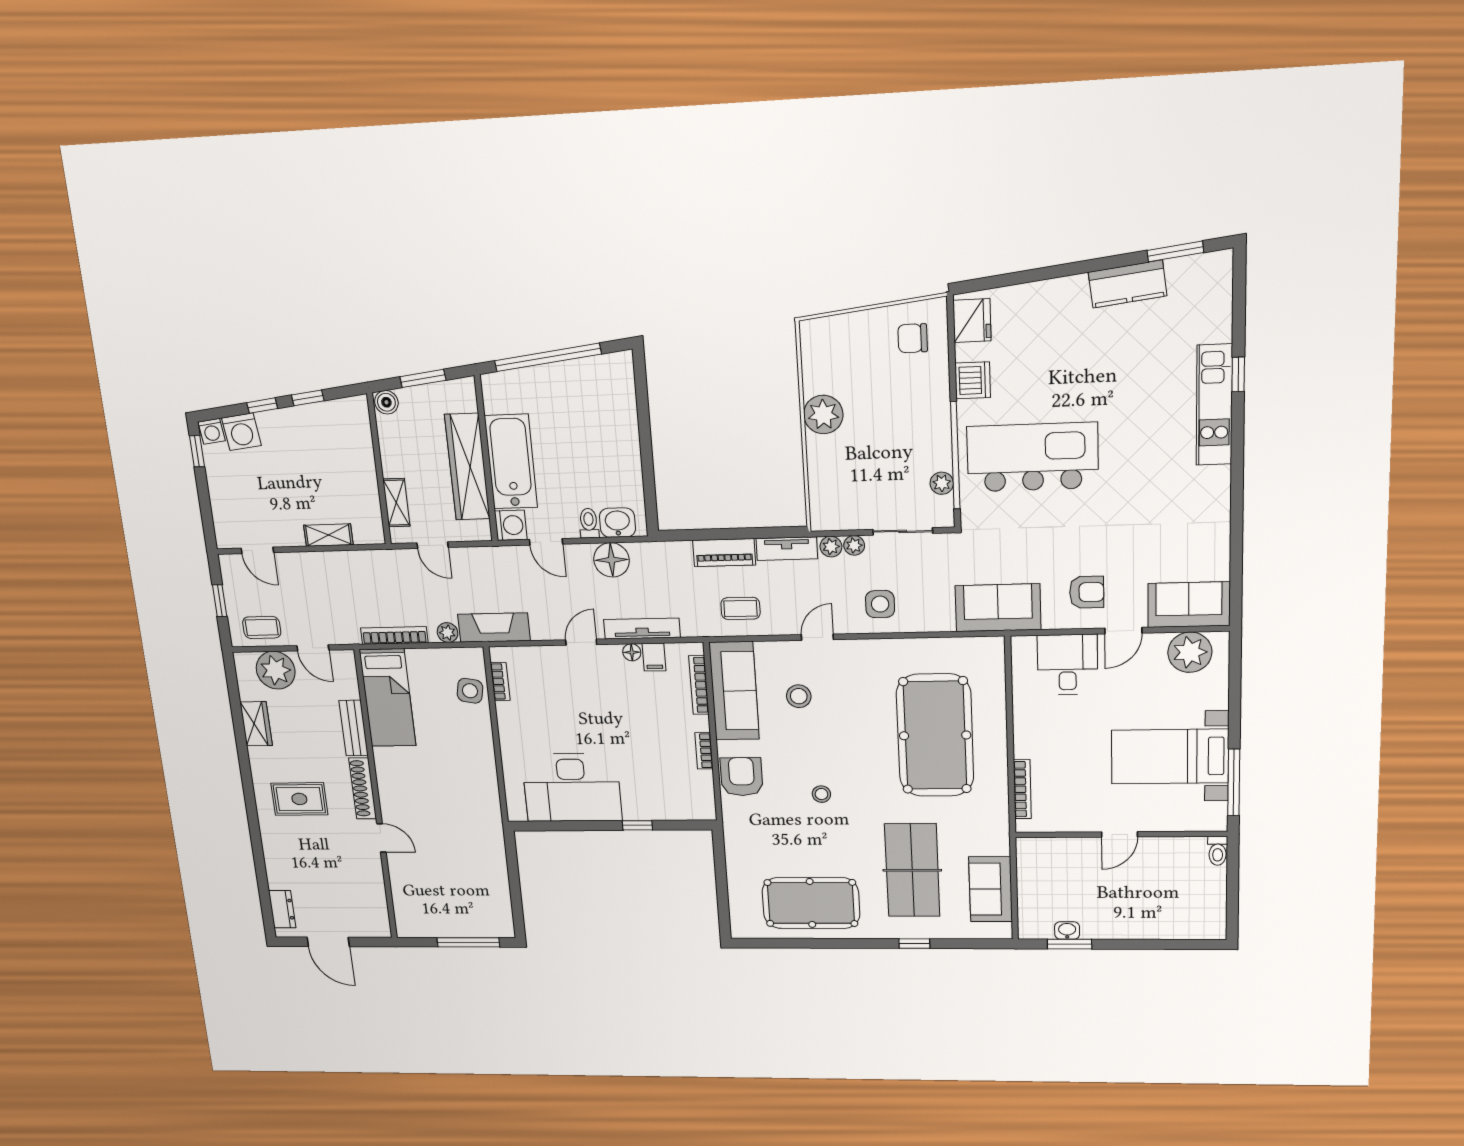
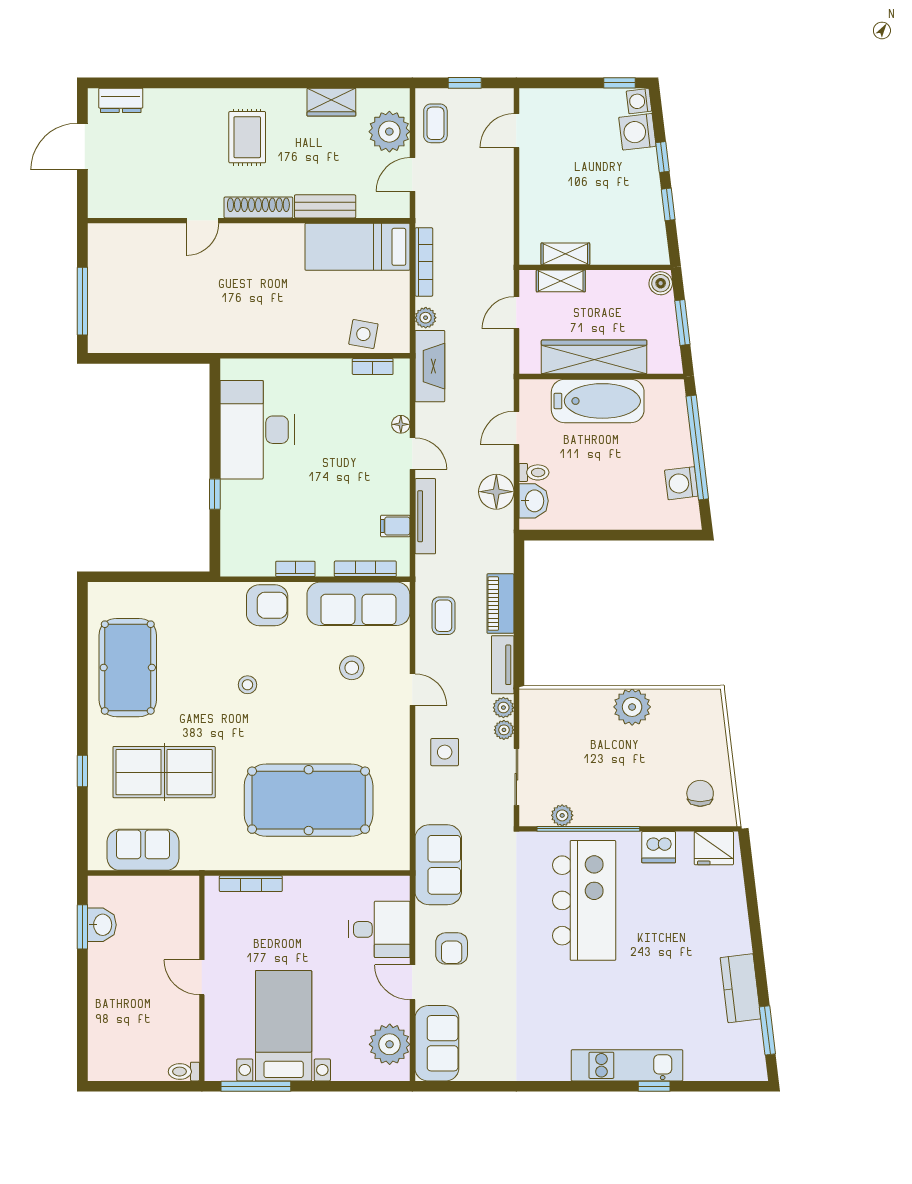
washing machine: (511, 525) -> (681, 483), moved, turned 83
shelving: (328, 535) -> (565, 254), moved, turned 90
floor lamp: (632, 652) -> (401, 424), moved
washbasin: (1067, 930) -> (102, 925), width x1.38, depth x1.45

